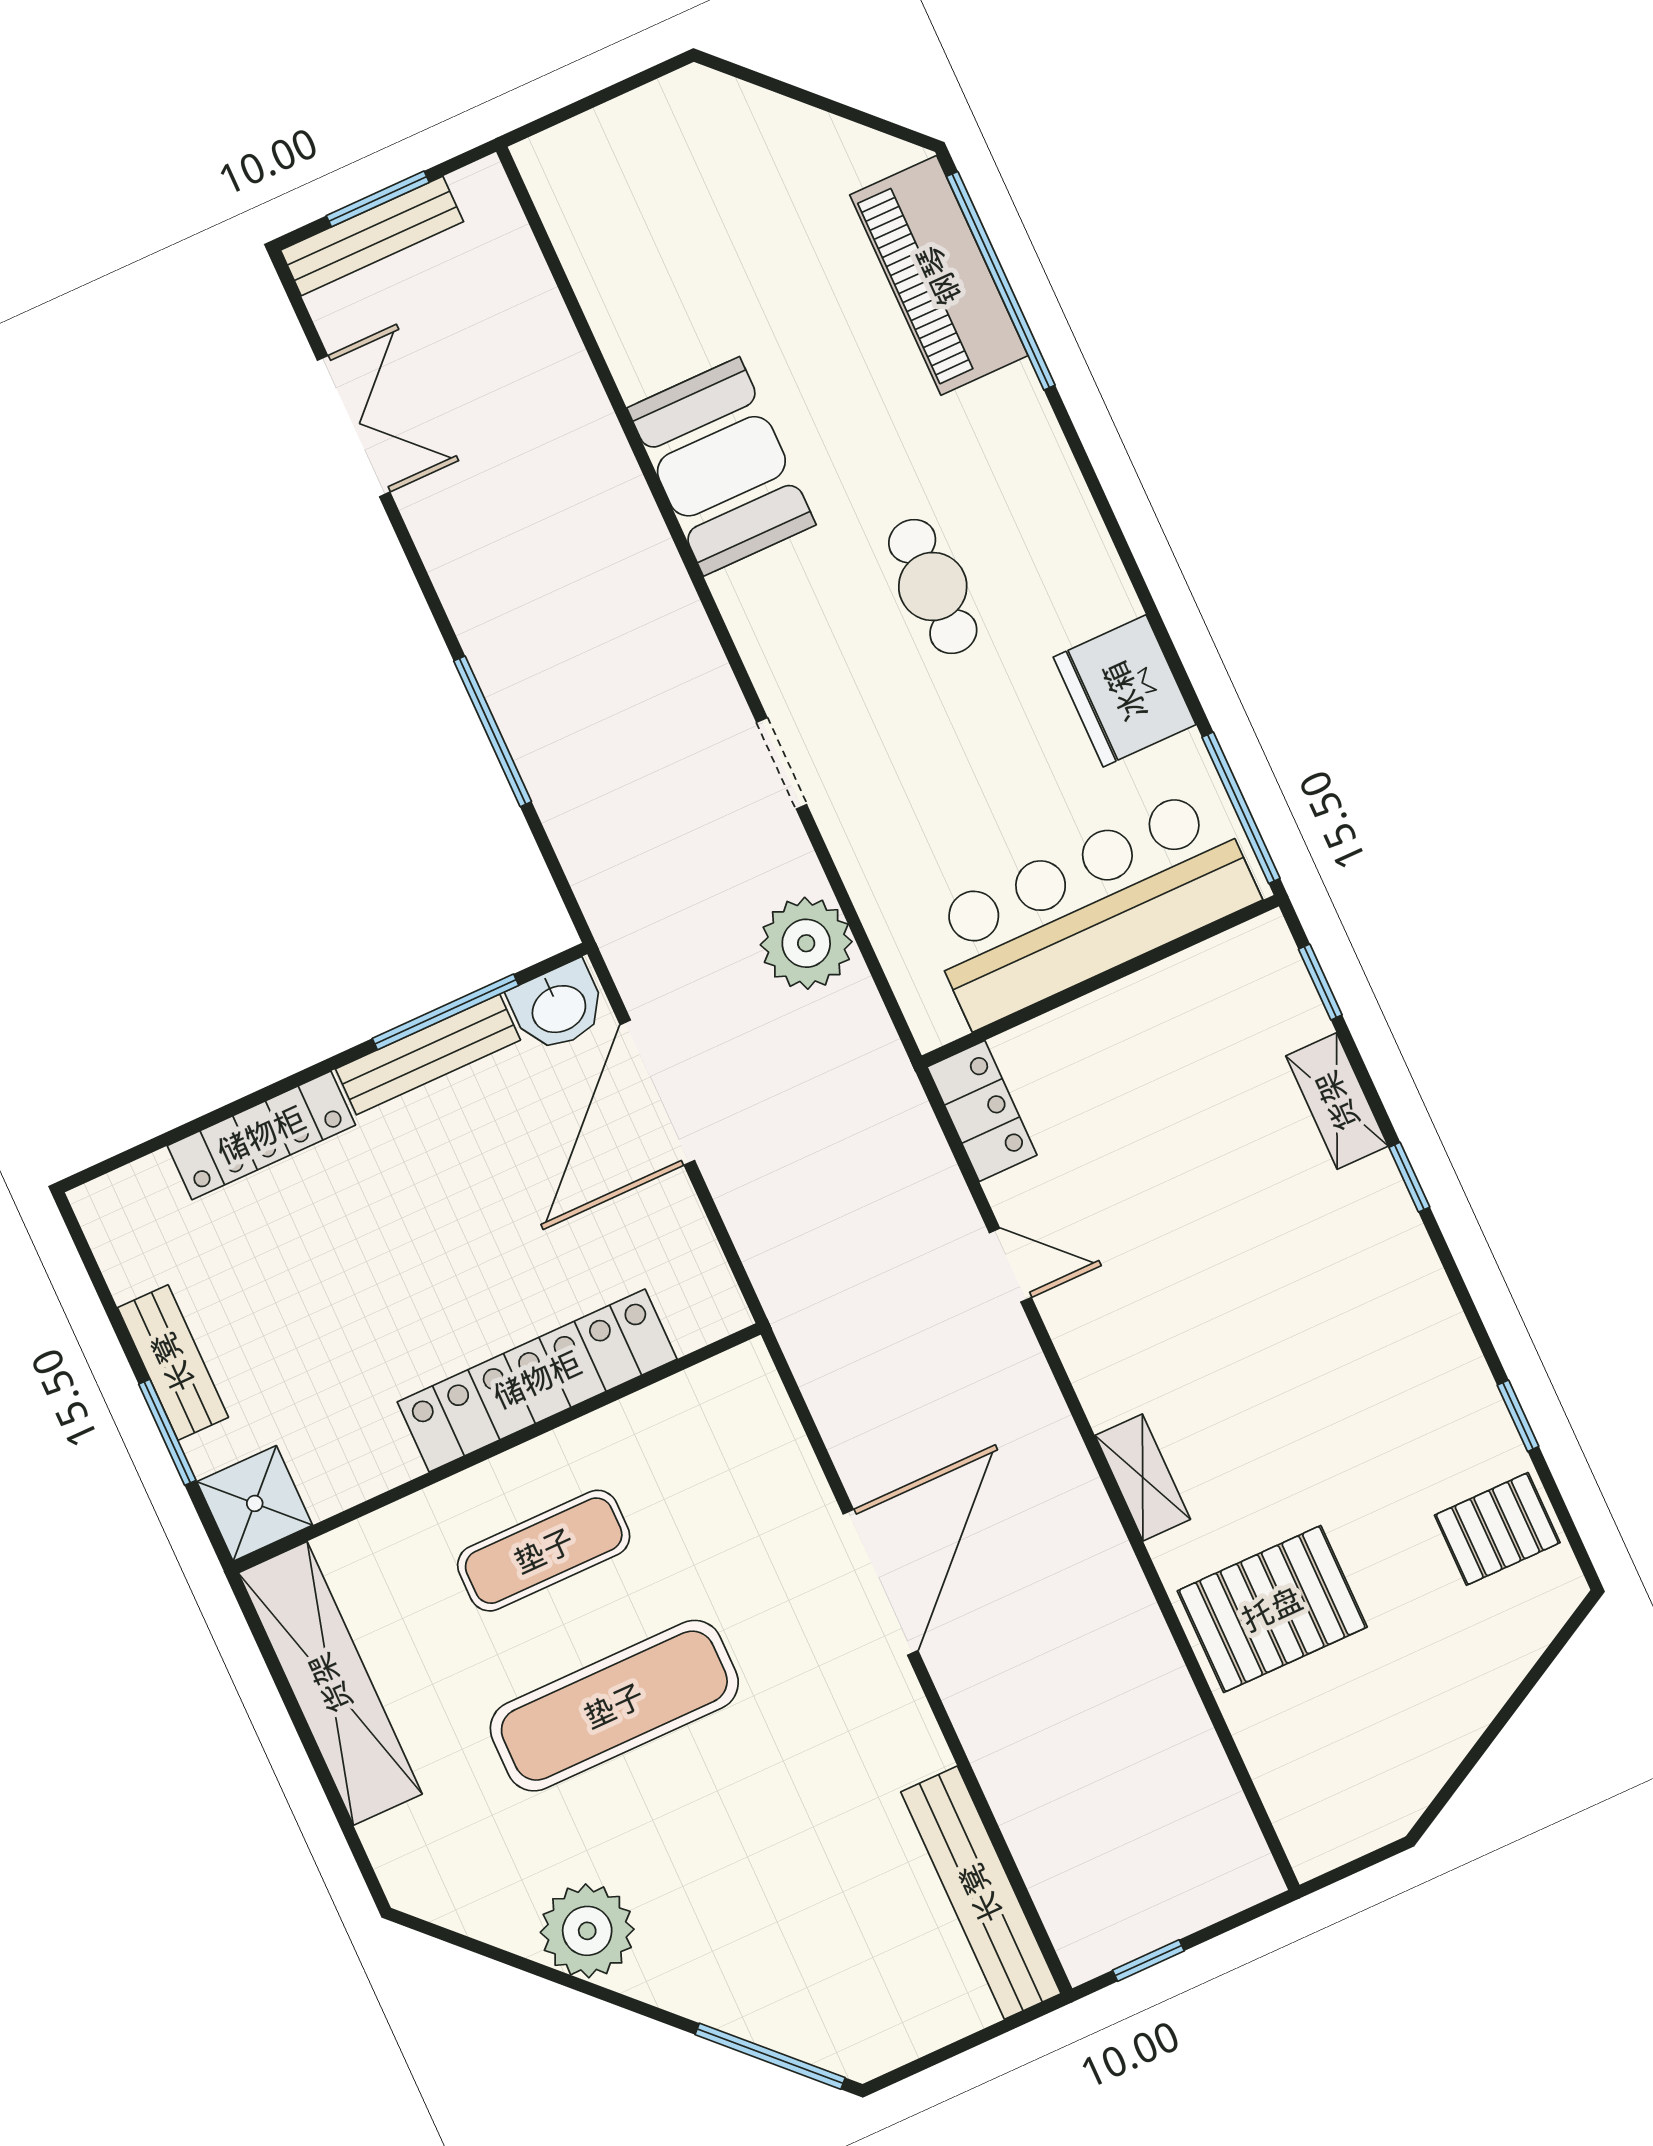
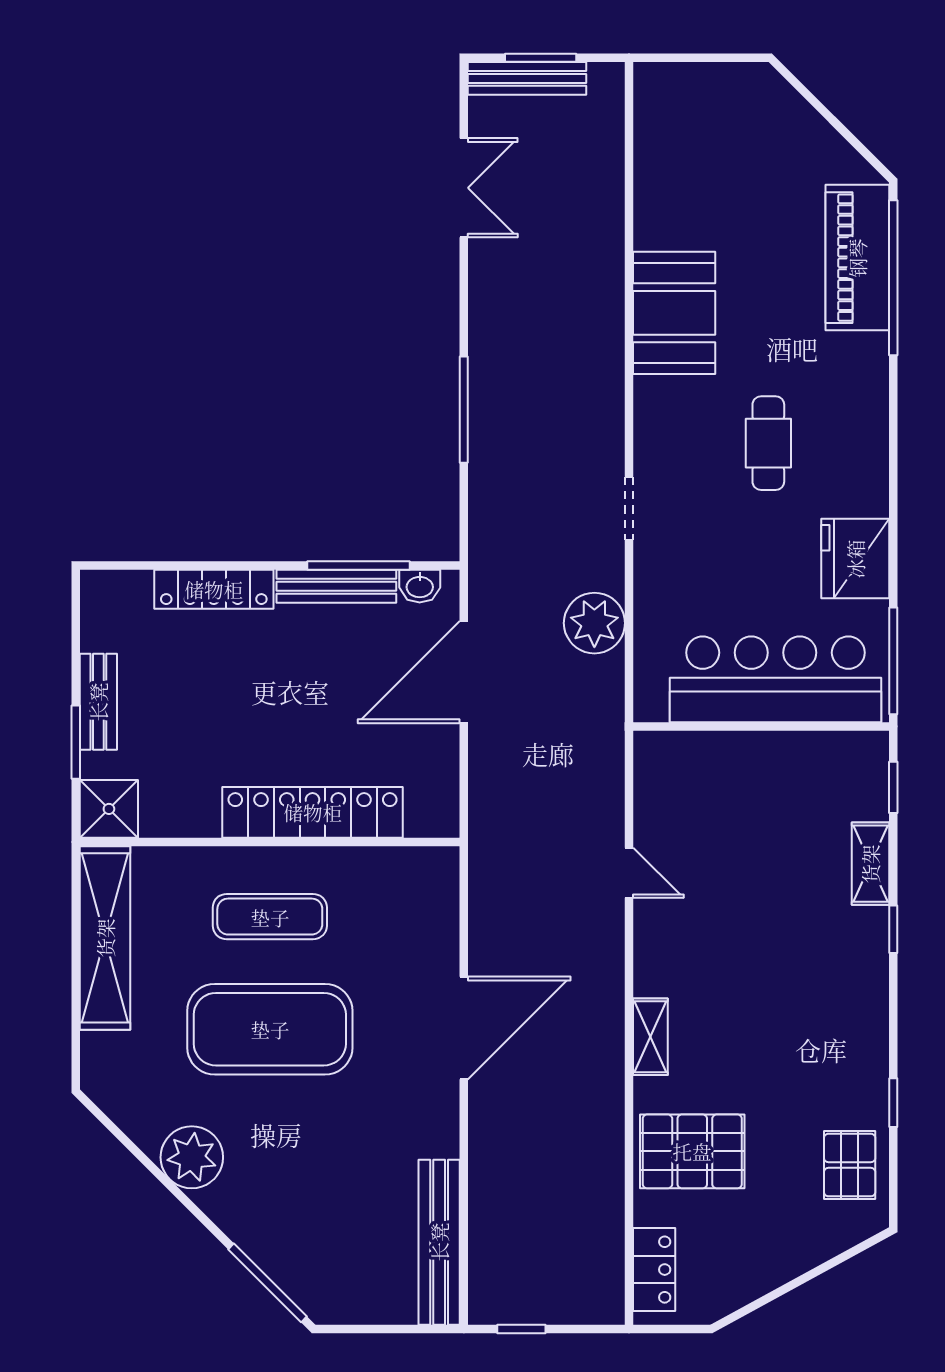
washbasin: (558, 1007) -> (420, 586), width x0.72, depth x0.69
locker: (982, 1111) -> (654, 1270), moved
pallet: (1497, 1529) -> (850, 1165), turned 90
exercise mat: (614, 1706) -> (270, 1029), width x1.47

